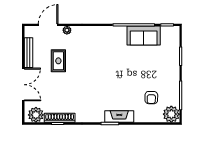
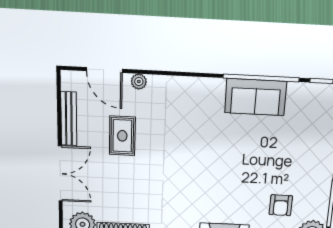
door: (48, 25) -> (104, 70), swing flipped
sofa: (144, 35) -> (256, 97), moved

